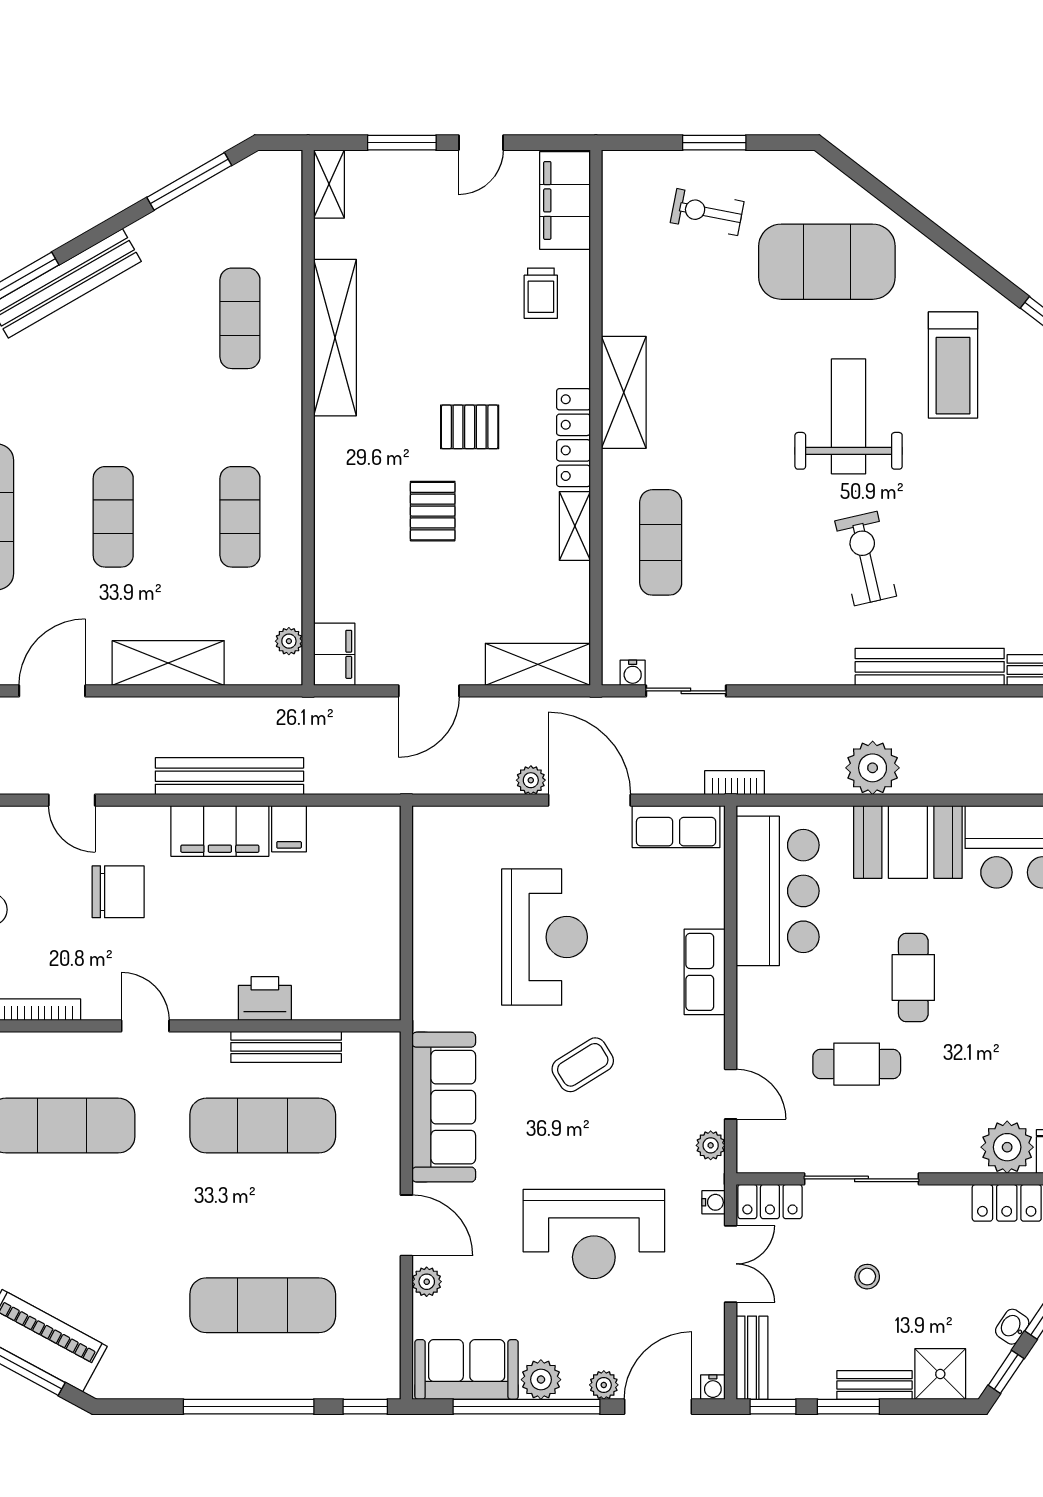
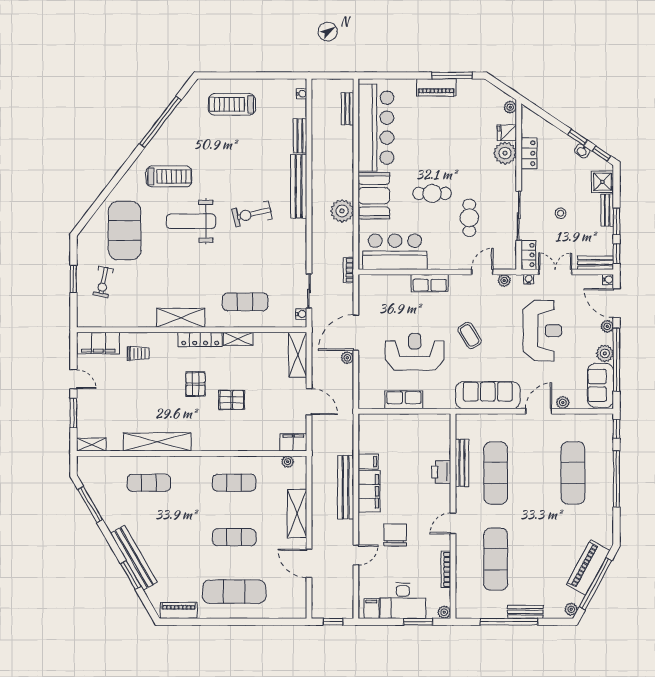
row of seats: (676, 827) -> (404, 400), moved, turned -90

